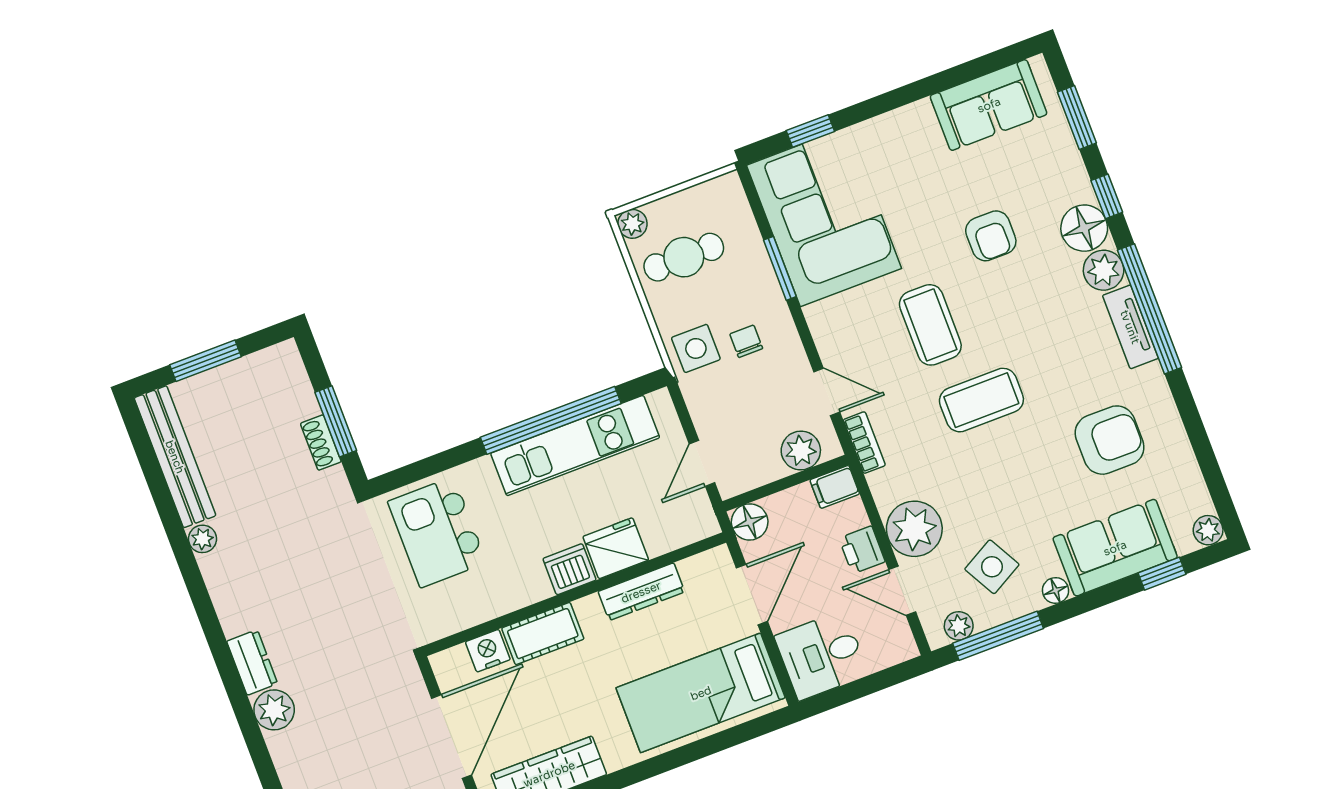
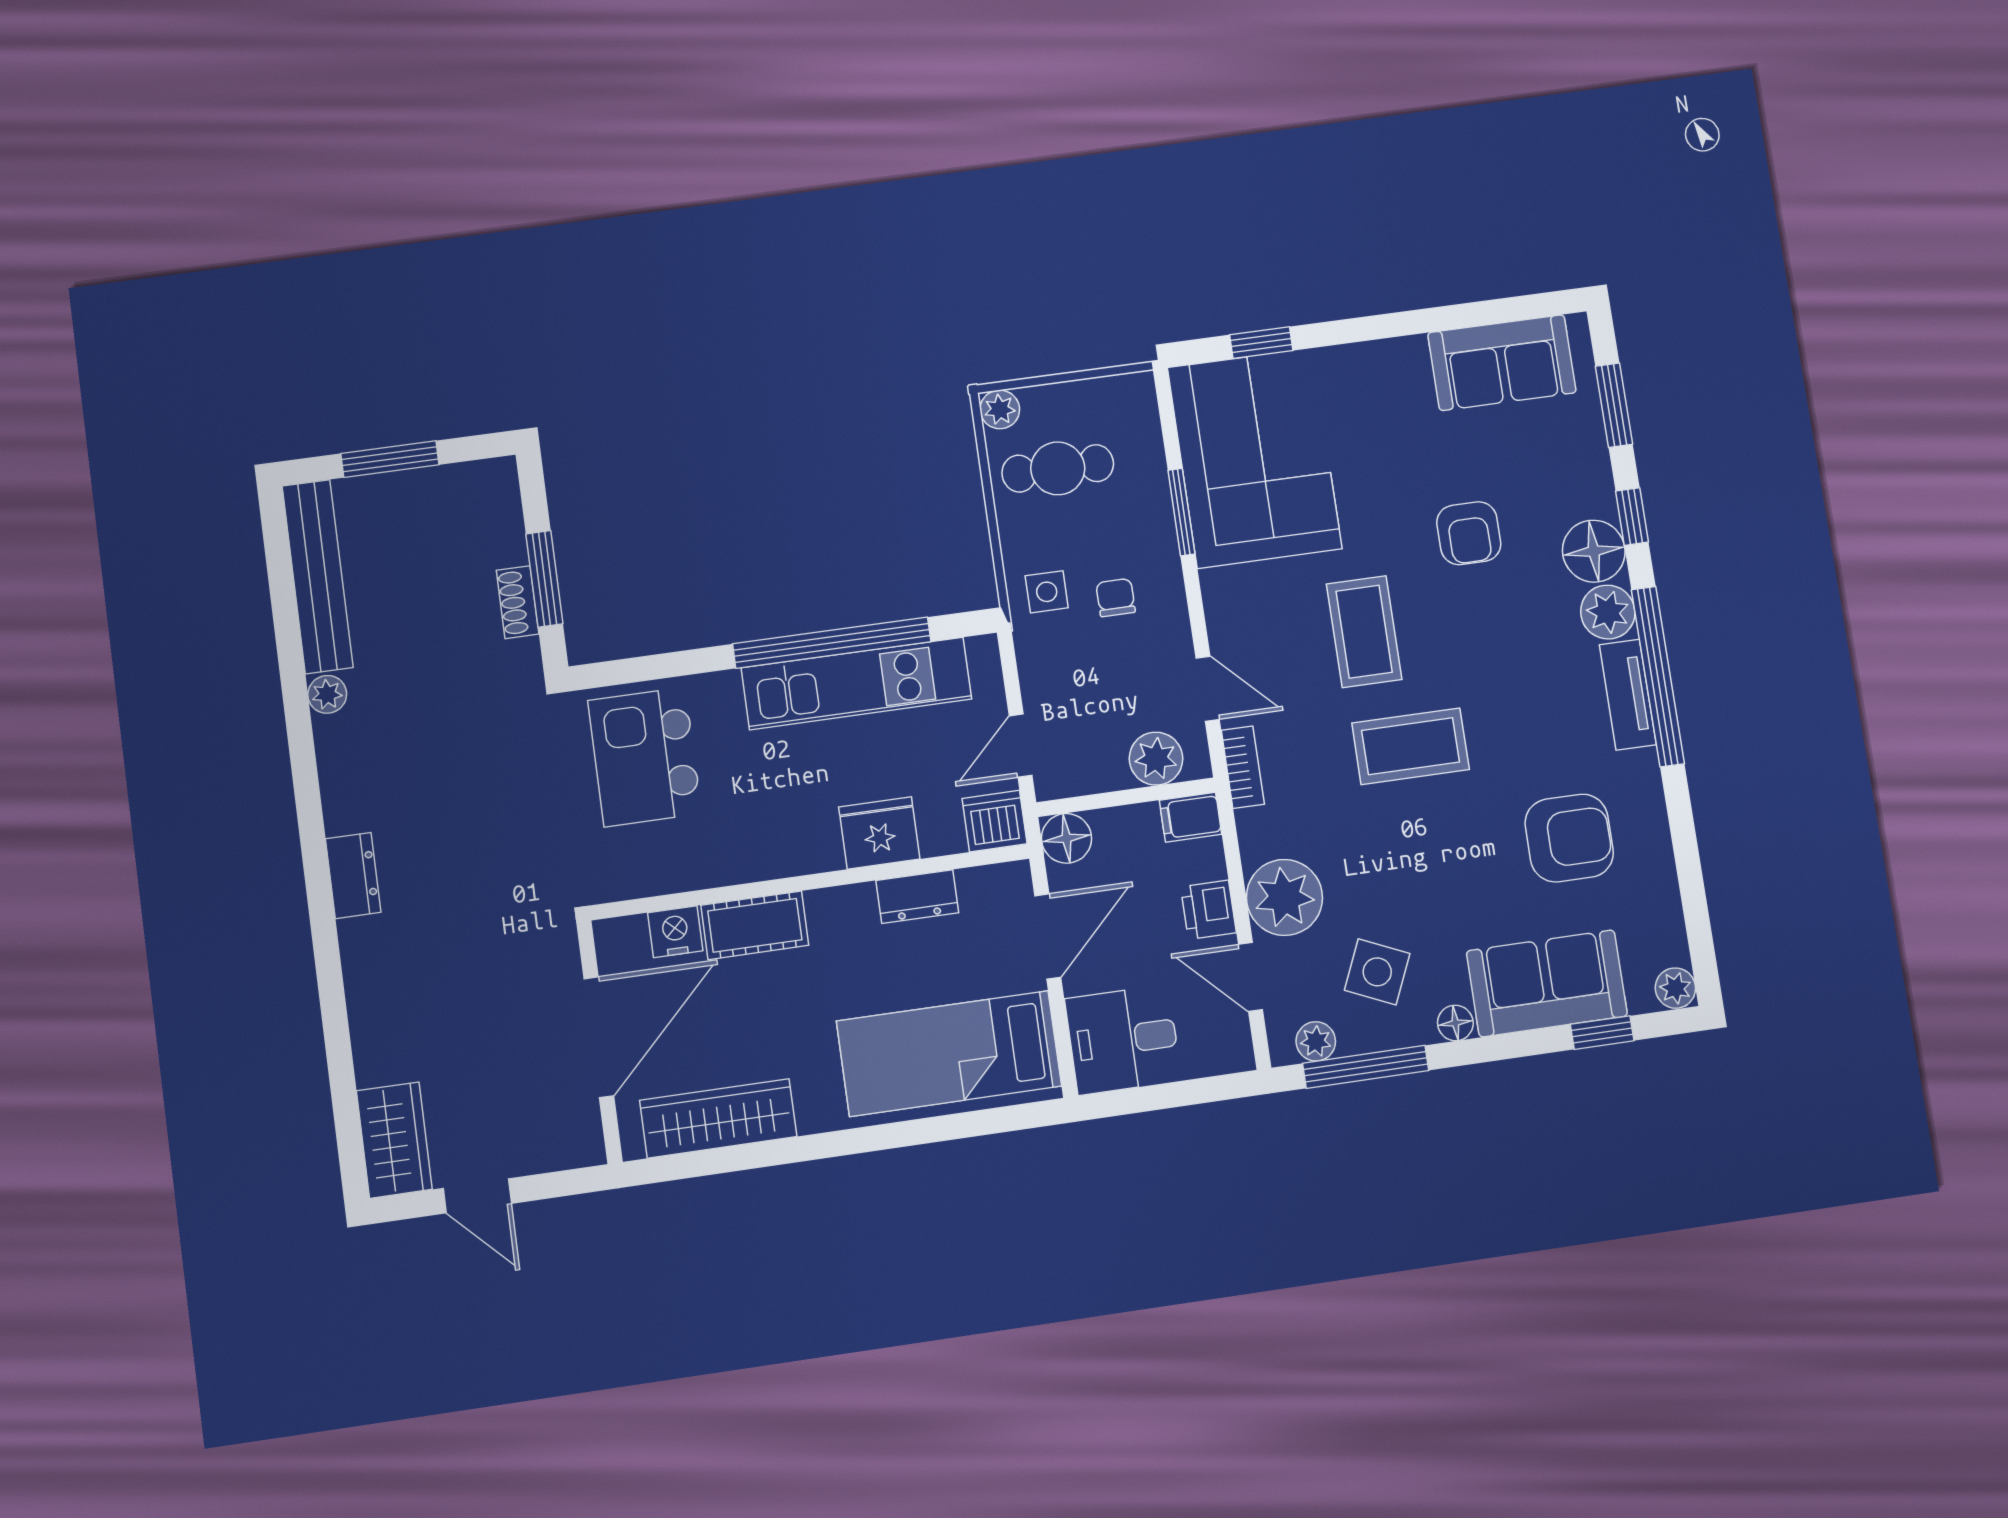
side table: (696, 348) -> (1047, 592), width x0.73, depth x0.73
side table: (992, 567) -> (1377, 972), turned -37
dishwasher: (569, 569) -> (995, 821), moved
dresser: (641, 592) -> (917, 897), width x0.70
plant: (274, 710) -> (367, 947), removed

